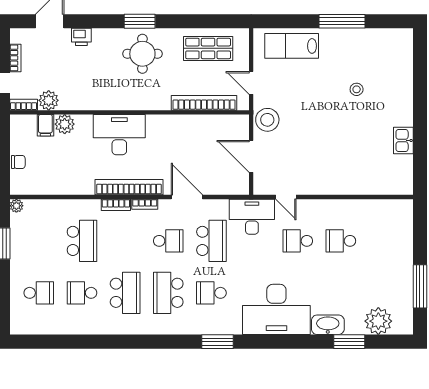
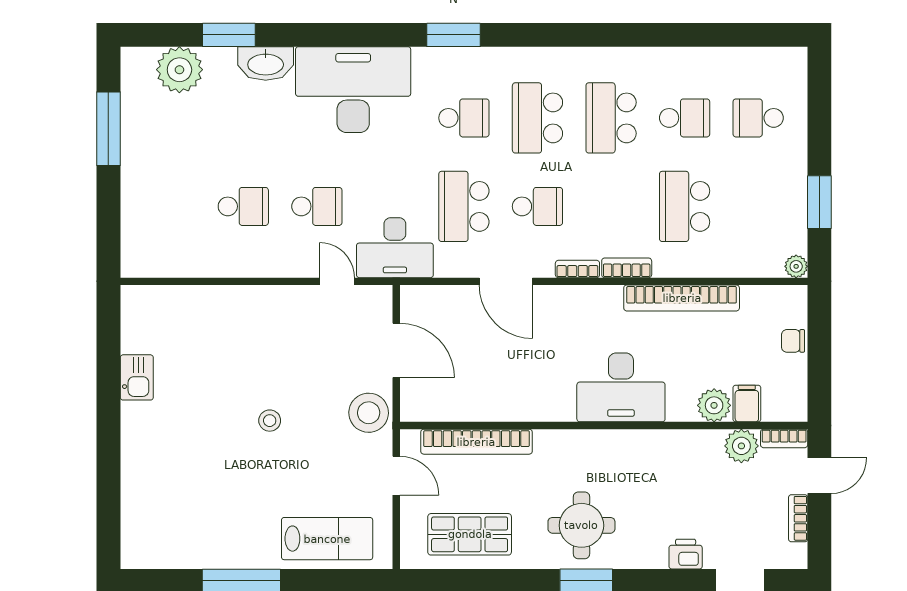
stool: (357, 89) -> (270, 421), moved
bookcase: (129, 187) -> (682, 298), moved
school desk: (168, 241) -> (537, 206), turned 180
school desk: (168, 293) -> (537, 118), turned 180

